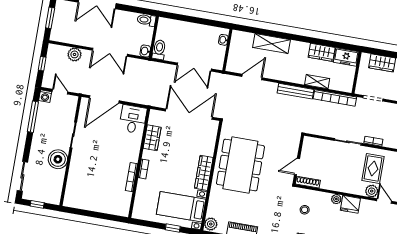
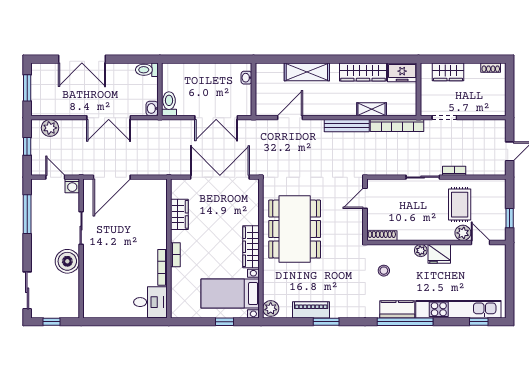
wardrobe: (322, 52) -> (363, 72), width x1.50
plant: (75, 54) -> (50, 128), moved
washing machine: (45, 96) -> (72, 186), moved
desk: (133, 119) -> (150, 302), moved, turned 90
door: (297, 167) -> (365, 198), moved

